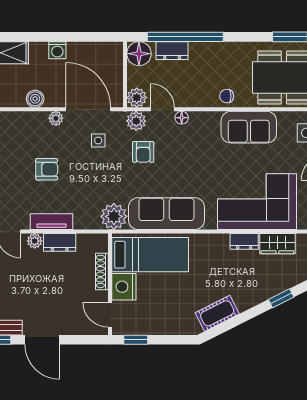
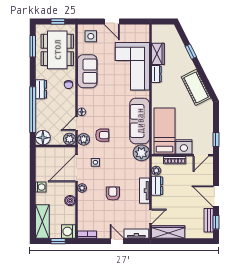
dresser: (172, 51) -> (41, 89), moved
plant: (35, 241) -> (156, 171), moved
cot: (217, 313) -> (196, 87), width x1.37, depth x1.34
door: (42, 340) -> (216, 196), swing flipped

